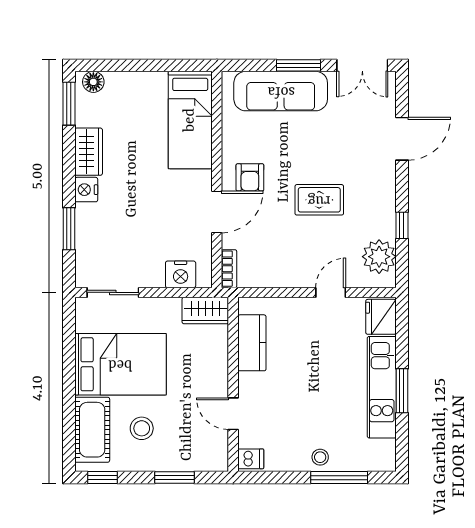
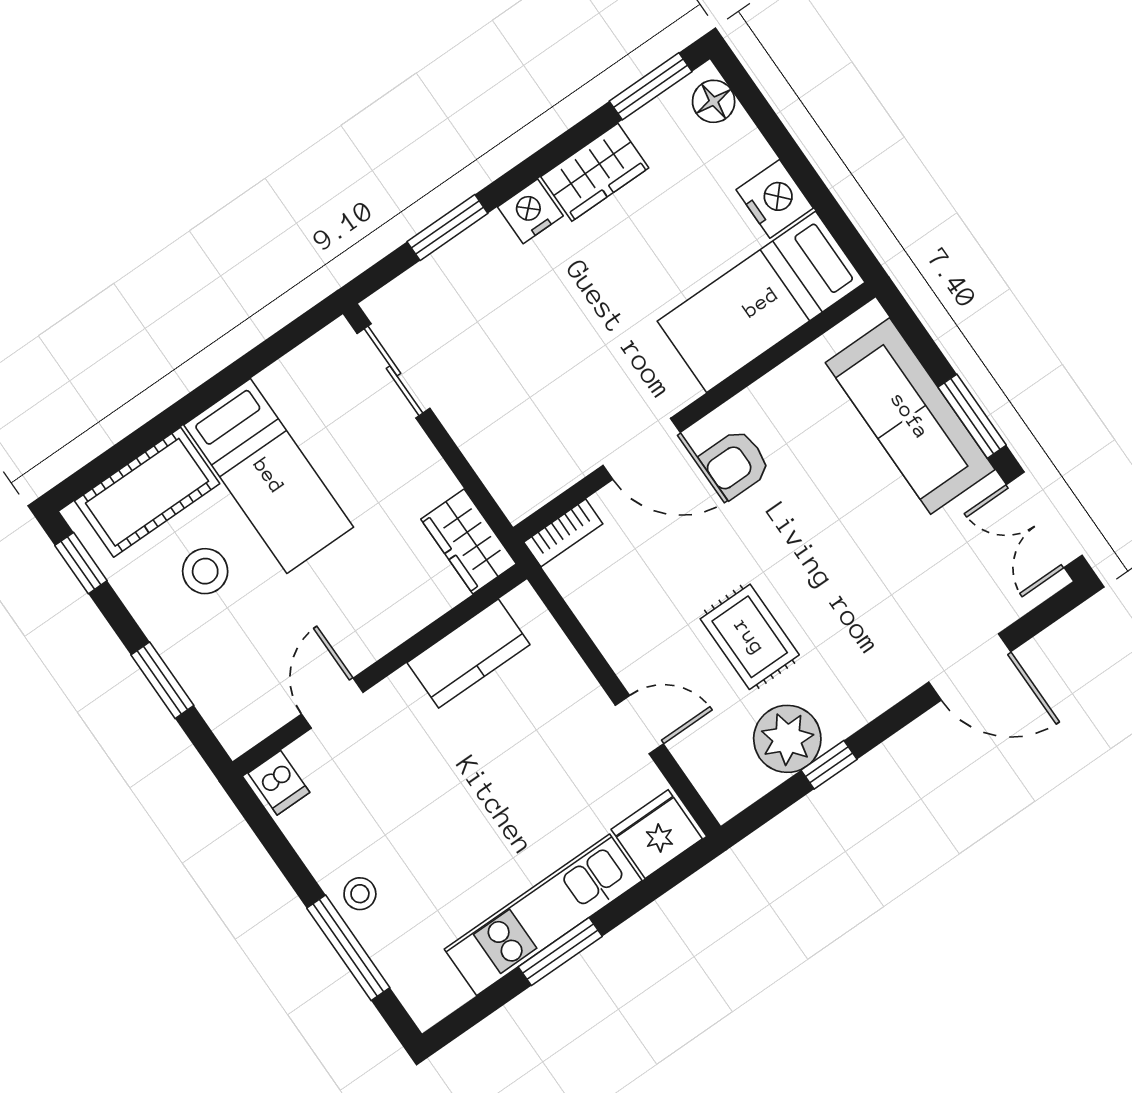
rug: (319, 200) -> (750, 637), moved
plant: (379, 257) -> (787, 739), moved
nightstand: (181, 274) -> (775, 199), moved, turned 180
bed: (120, 364) -> (269, 476), width x0.67

